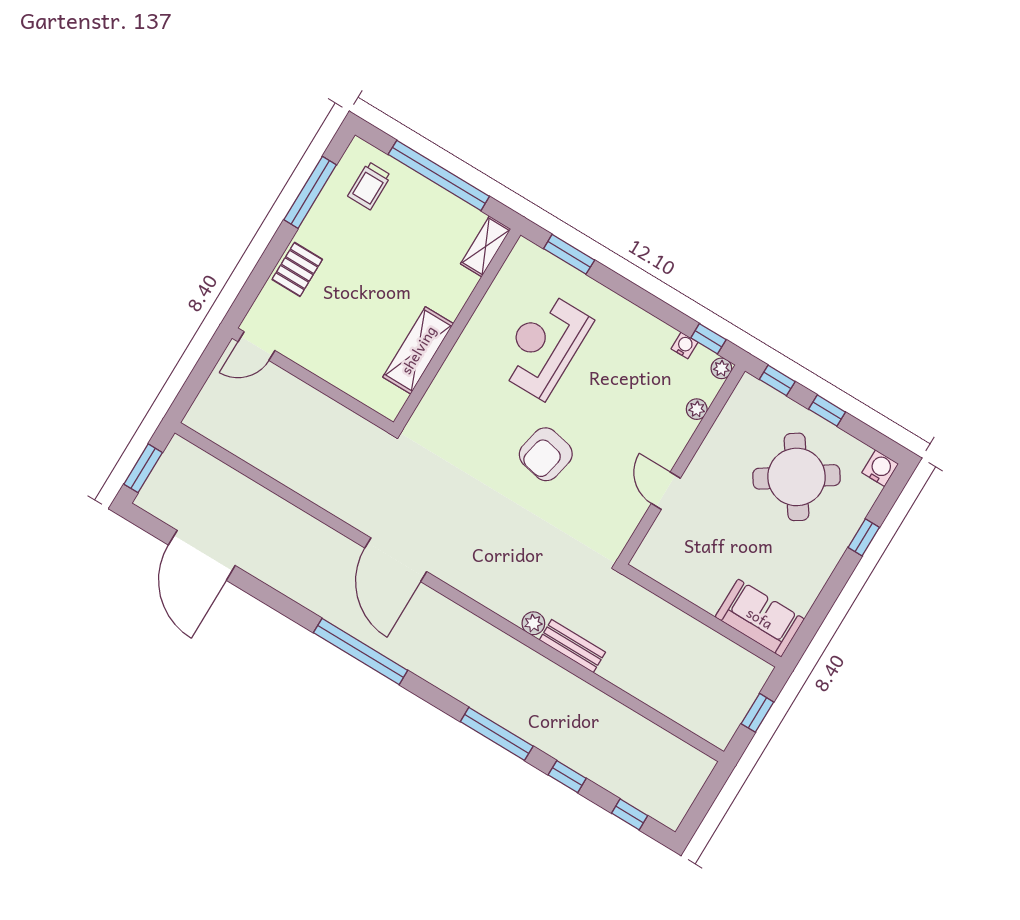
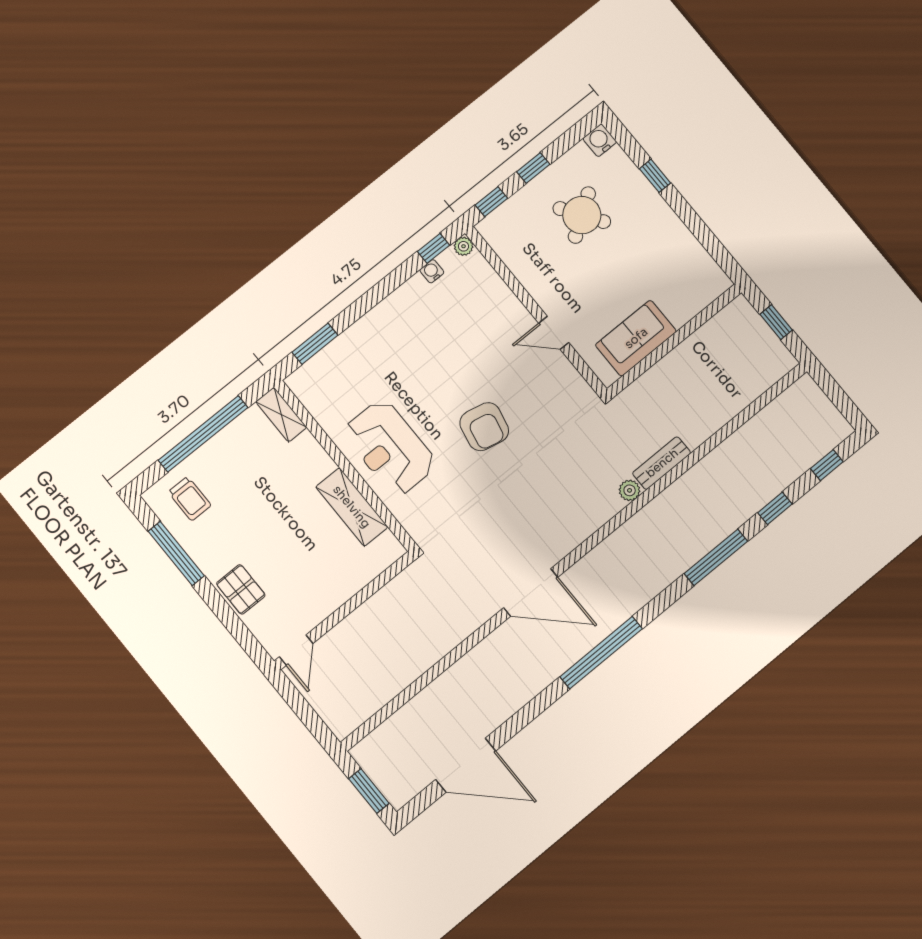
reception desk: (544, 346) -> (390, 448), moved
plant: (697, 409) -> (492, 280), removed
round table: (797, 477) -> (582, 215), width x0.73, depth x0.73
sofa: (760, 618) -> (636, 338), moved

